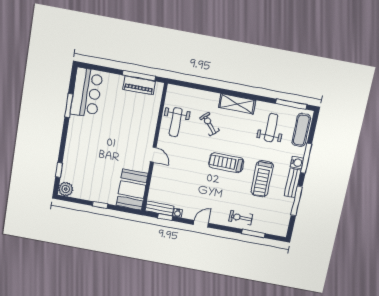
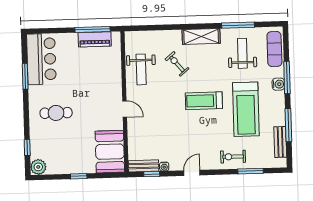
window: (291, 104) -> (238, 25), moved
cafe table: (91, 145) -> (56, 113), added
treadmill: (262, 179) -> (246, 109), width x1.37, depth x1.38
bench: (293, 183) -> (280, 142), moved

